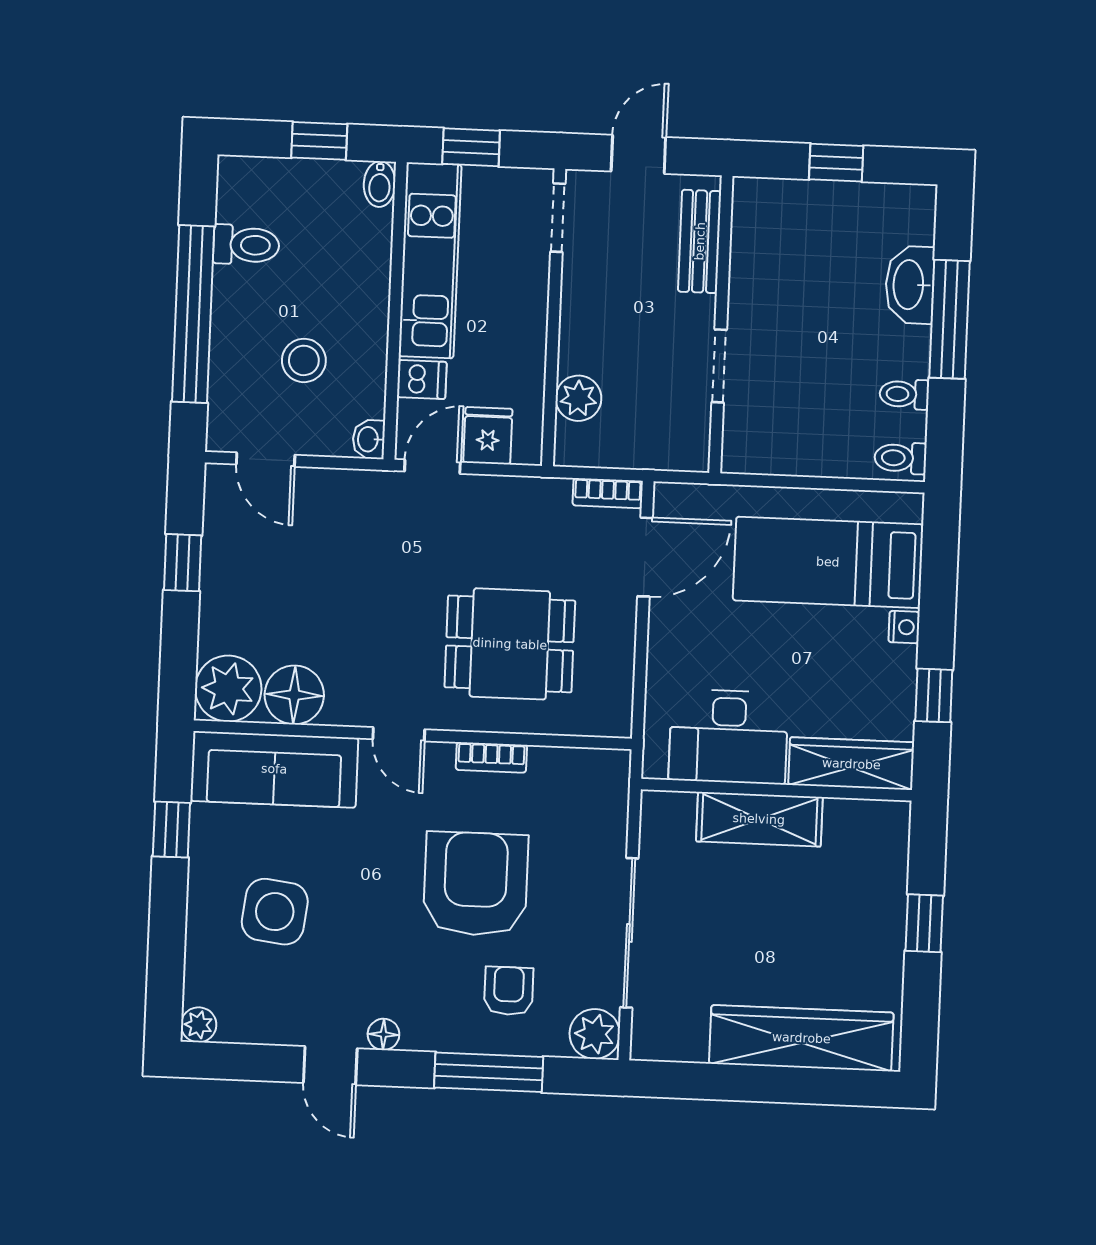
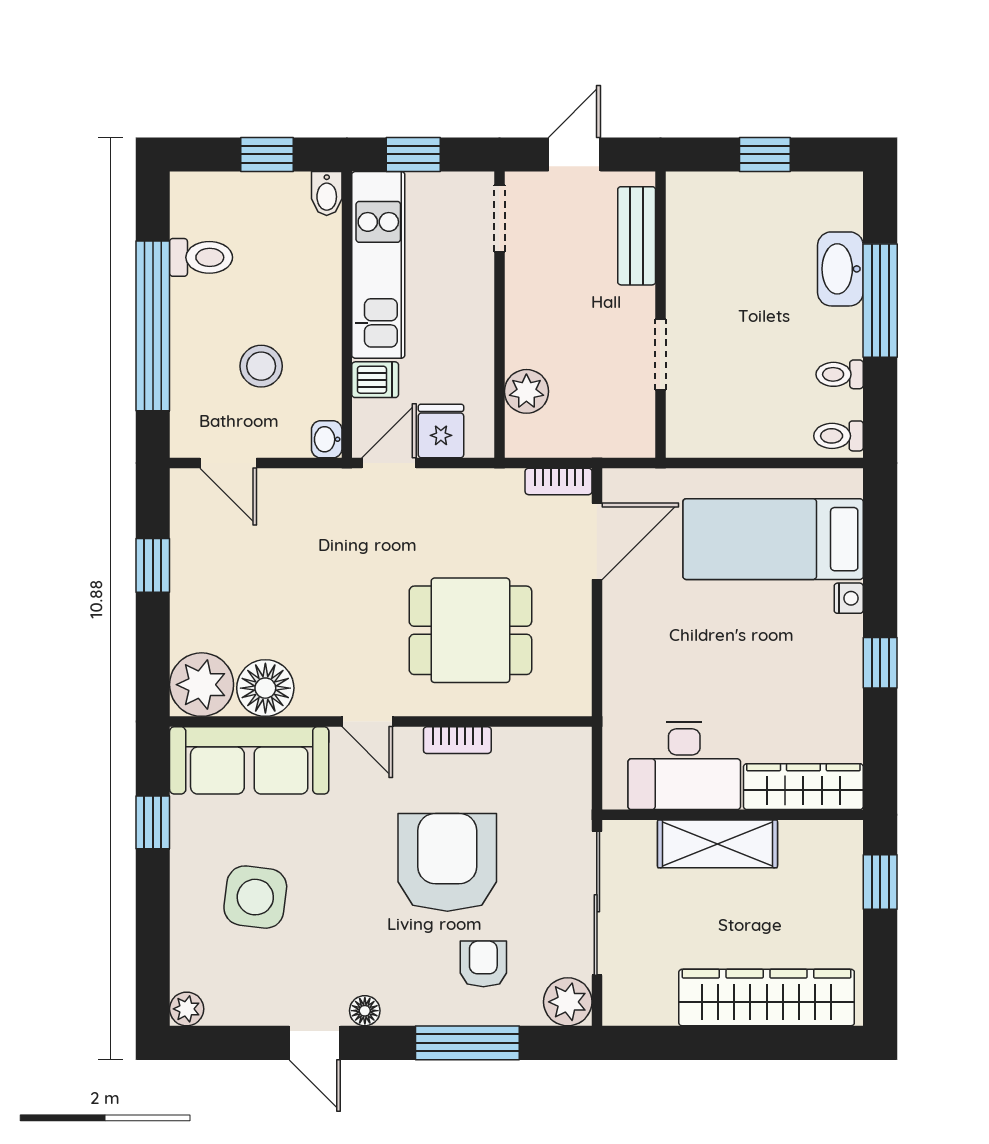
desk: (728, 737) -> (684, 766), moved
wardrobe: (851, 764) -> (803, 787), moved
wall: (776, 790) -> (733, 815), moved
shelving: (759, 819) -> (717, 844), moved

